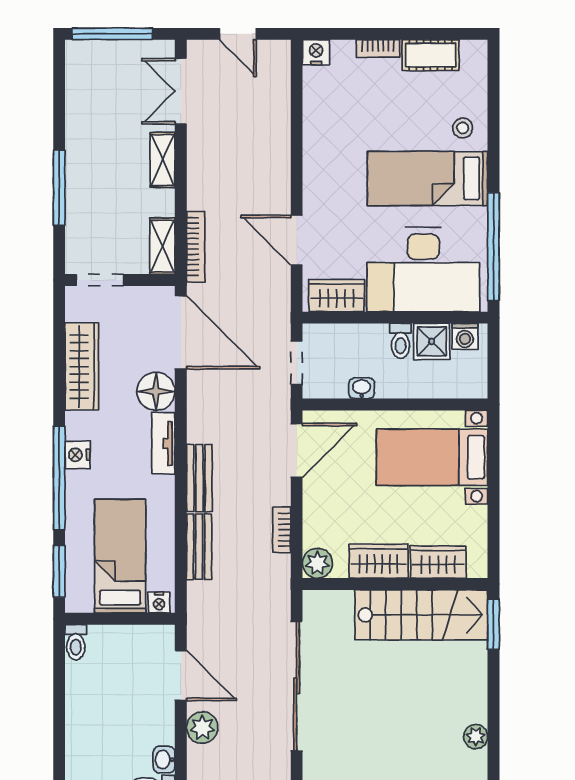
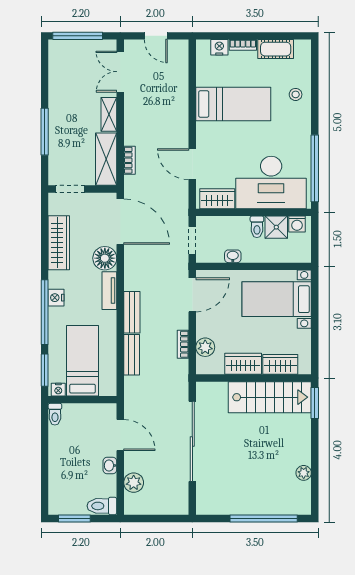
nightstand: (316, 52) -> (219, 47), moved
bed: (428, 178) -> (233, 104), moved, turned 180
shelving: (162, 246) -> (106, 159), width x1.50, depth x1.33
bookcase: (196, 247) -> (130, 160), width x0.64
plant: (317, 563) -> (205, 347), moved
nightstand: (159, 603) -> (58, 390), moved
plant: (202, 728) -> (134, 483), moved
washbasin: (164, 760) -> (110, 465), moved

